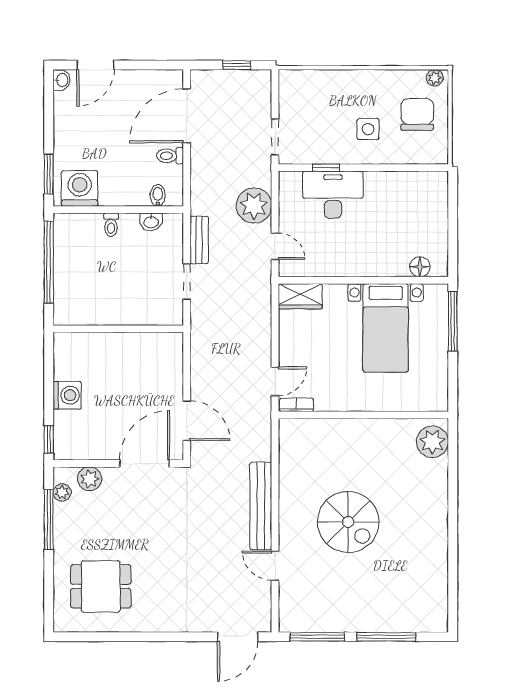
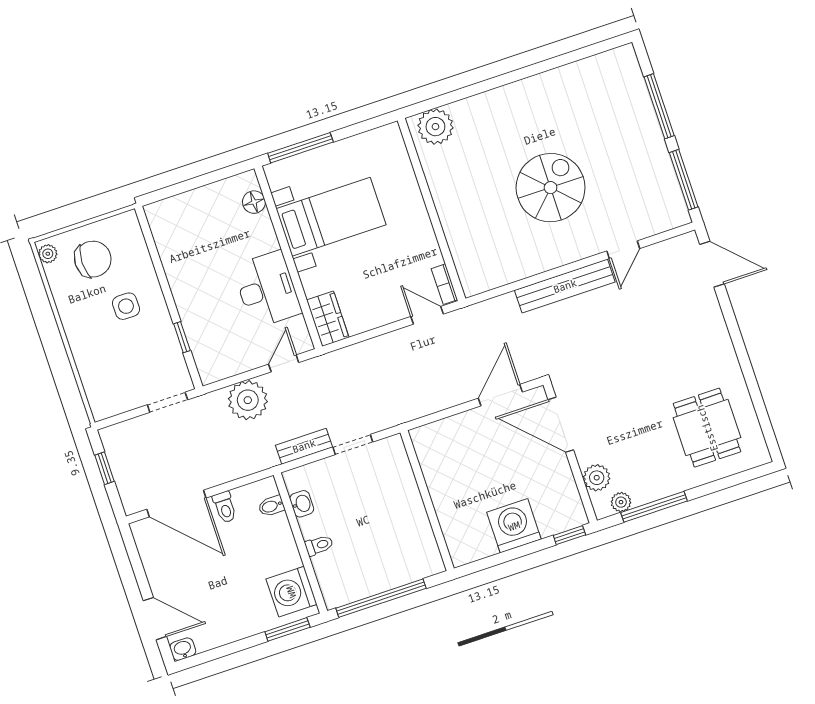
chair: (417, 114) -> (93, 259), turned 180
desk: (333, 195) -> (267, 289), moved, turned 180
washing machine: (67, 395) -> (514, 526), width x1.37, depth x1.37

